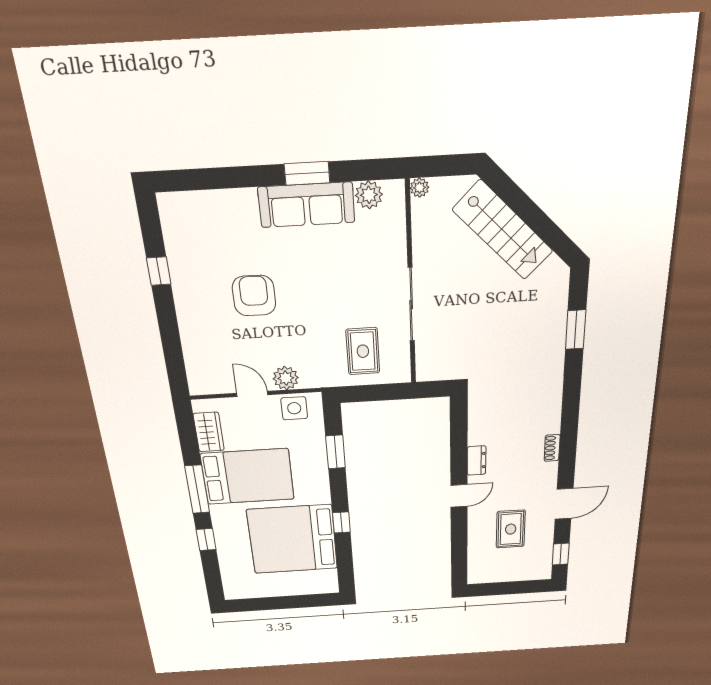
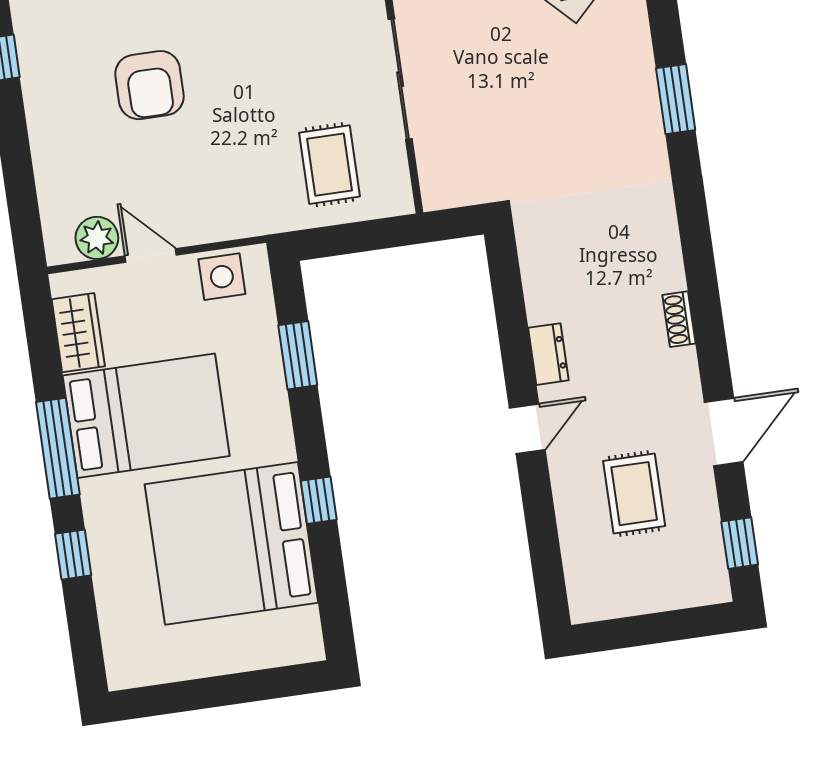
armchair: (254, 296) -> (149, 85), turned 180
plant: (286, 378) -> (97, 238), moved

